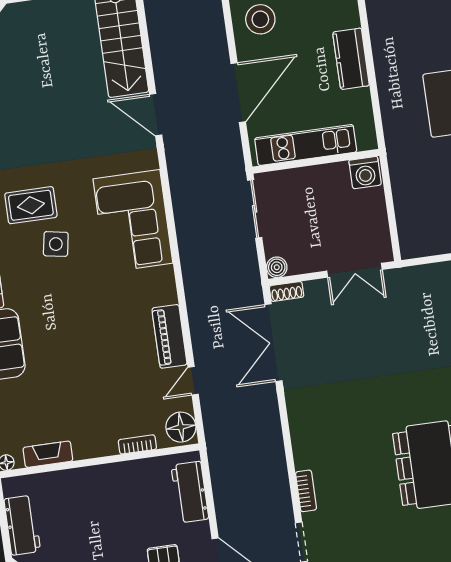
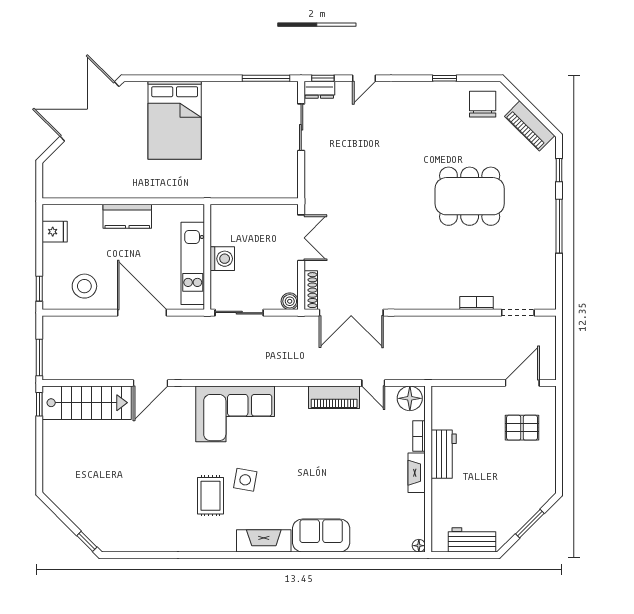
washing machine: (365, 173) -> (222, 259), moved
shoe rack: (287, 291) -> (311, 290), width x1.43
fireplace: (48, 454) -> (417, 473), moved
workbench: (190, 492) -> (444, 454), moved, turned -90

